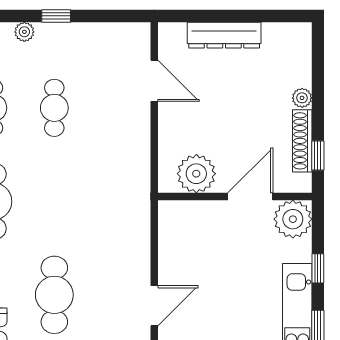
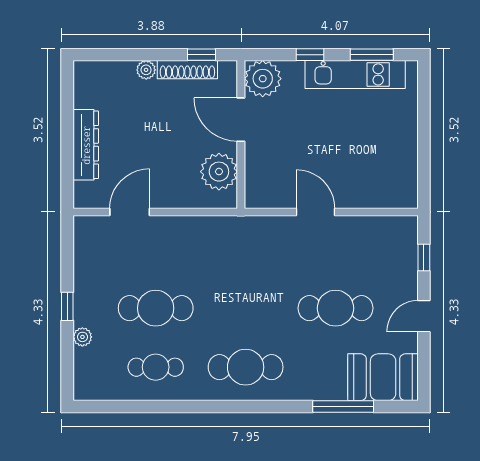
cafe table: (54, 108) -> (156, 308), width x1.37, depth x1.35
door: (154, 306) -> (316, 212), moved

